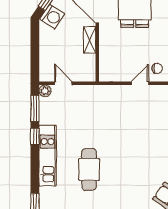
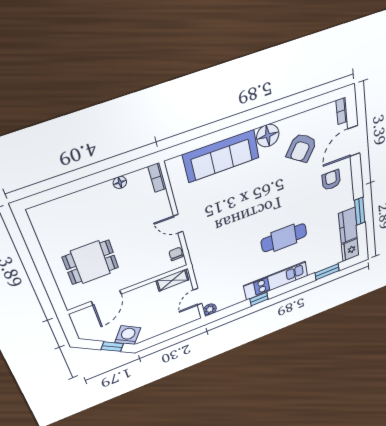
shelving: (90, 40) -> (172, 280), moved
chair: (157, 68) -> (176, 254), moved
window: (35, 108) -> (230, 311), removed

